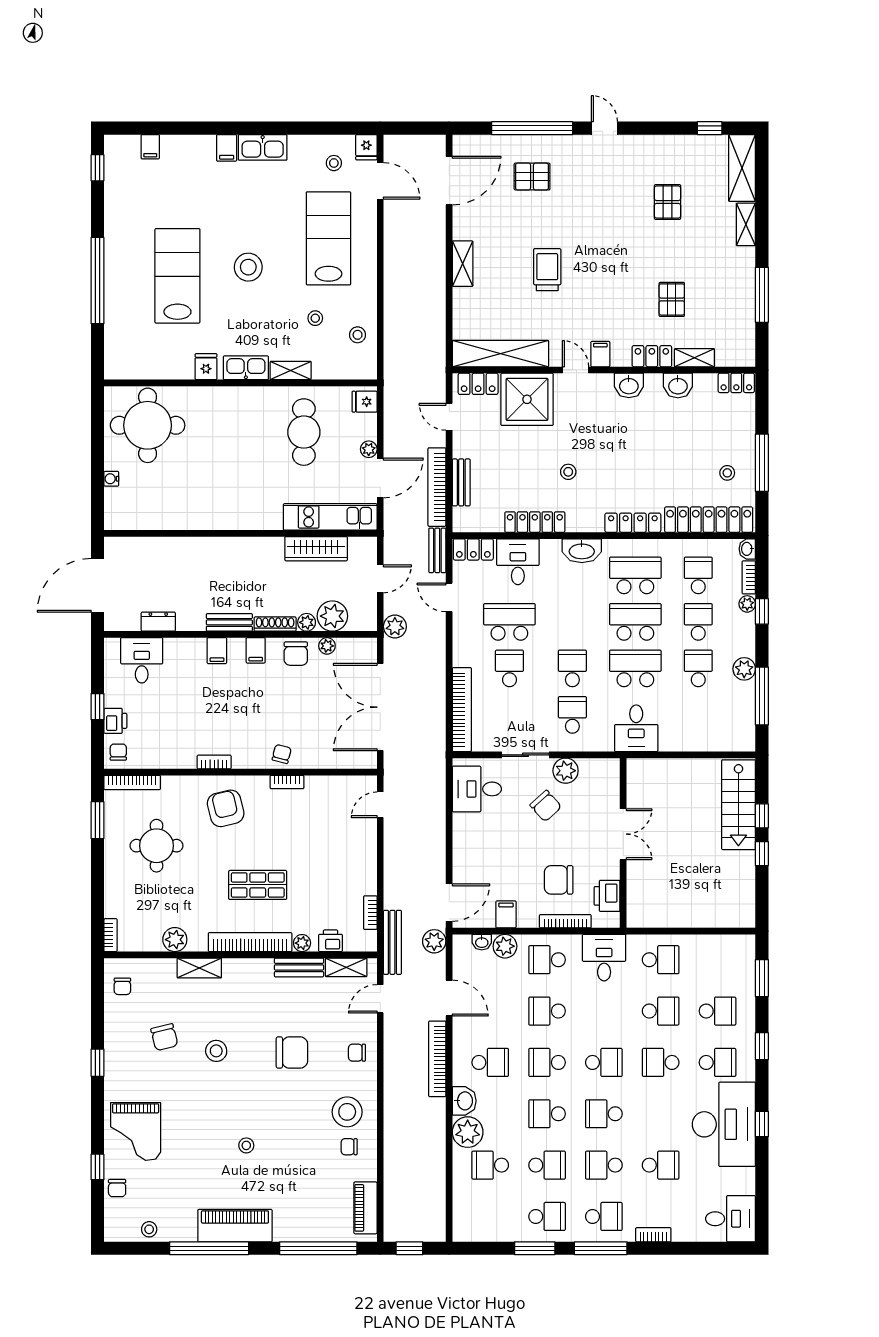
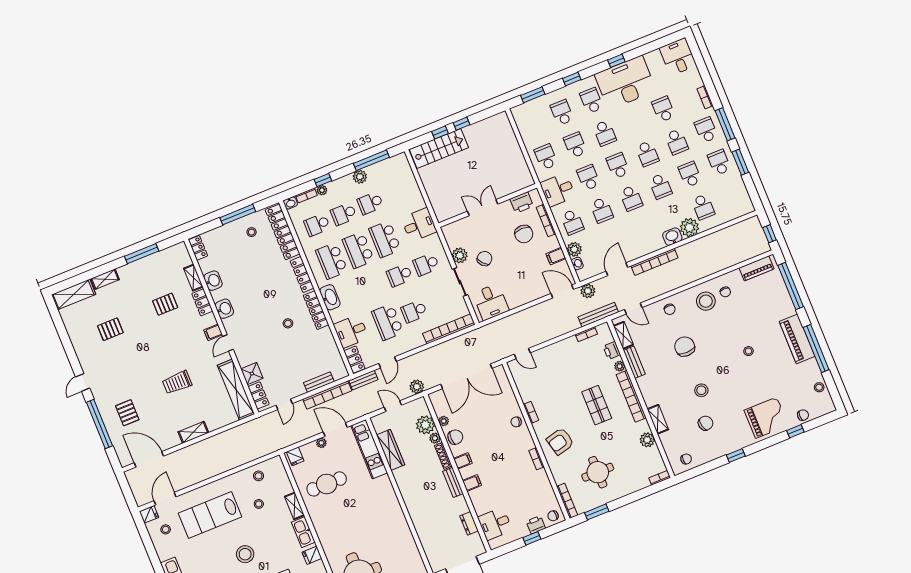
window: (710, 128) -> (58, 322), removed
shower: (527, 399) -> (252, 374), width x0.54, depth x0.54
locker: (535, 522) -> (316, 310), moved
school desk: (490, 1062) -> (588, 178), moved

